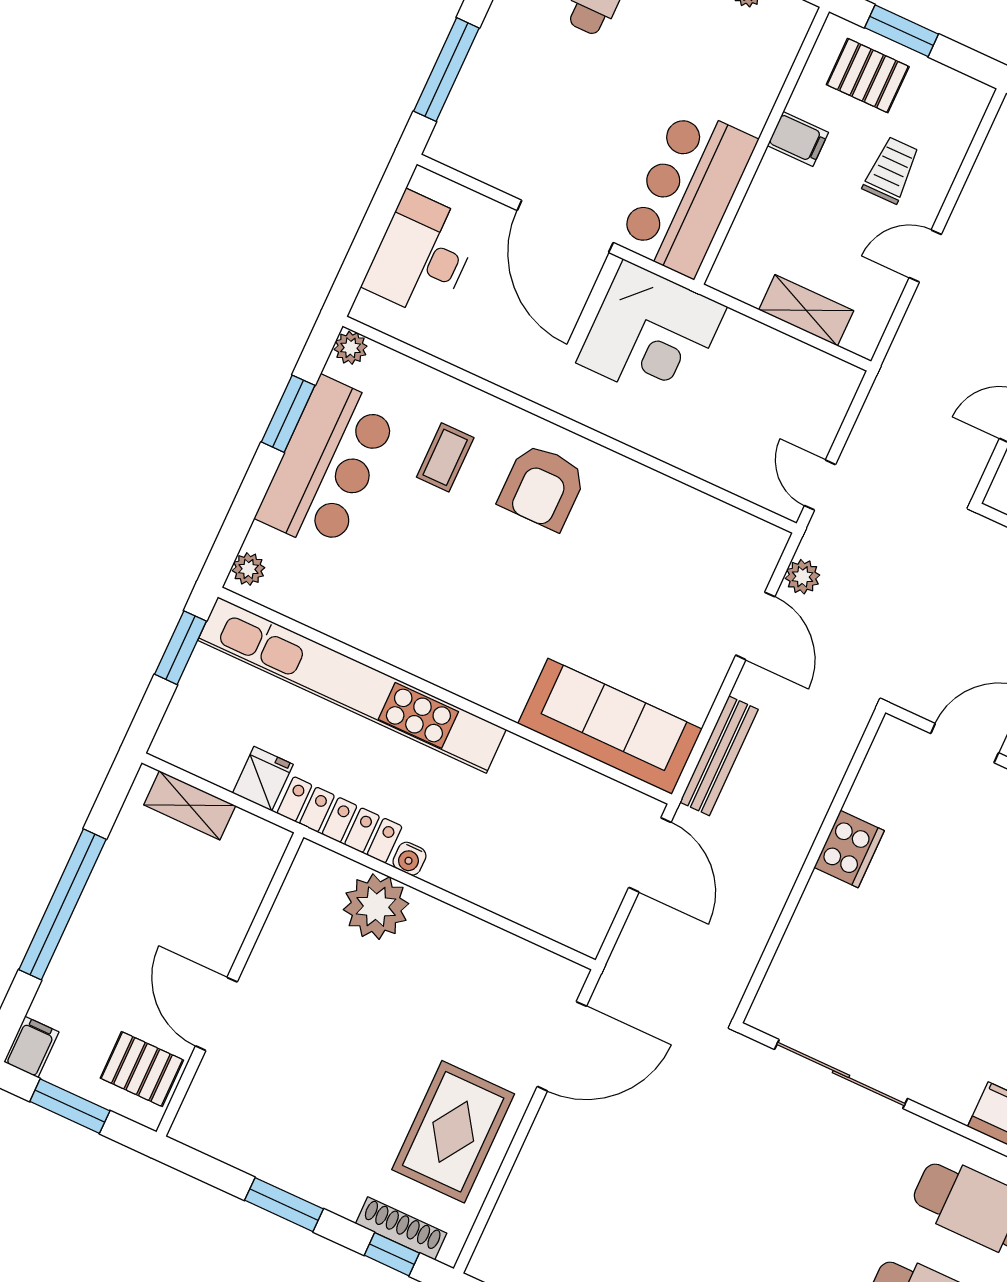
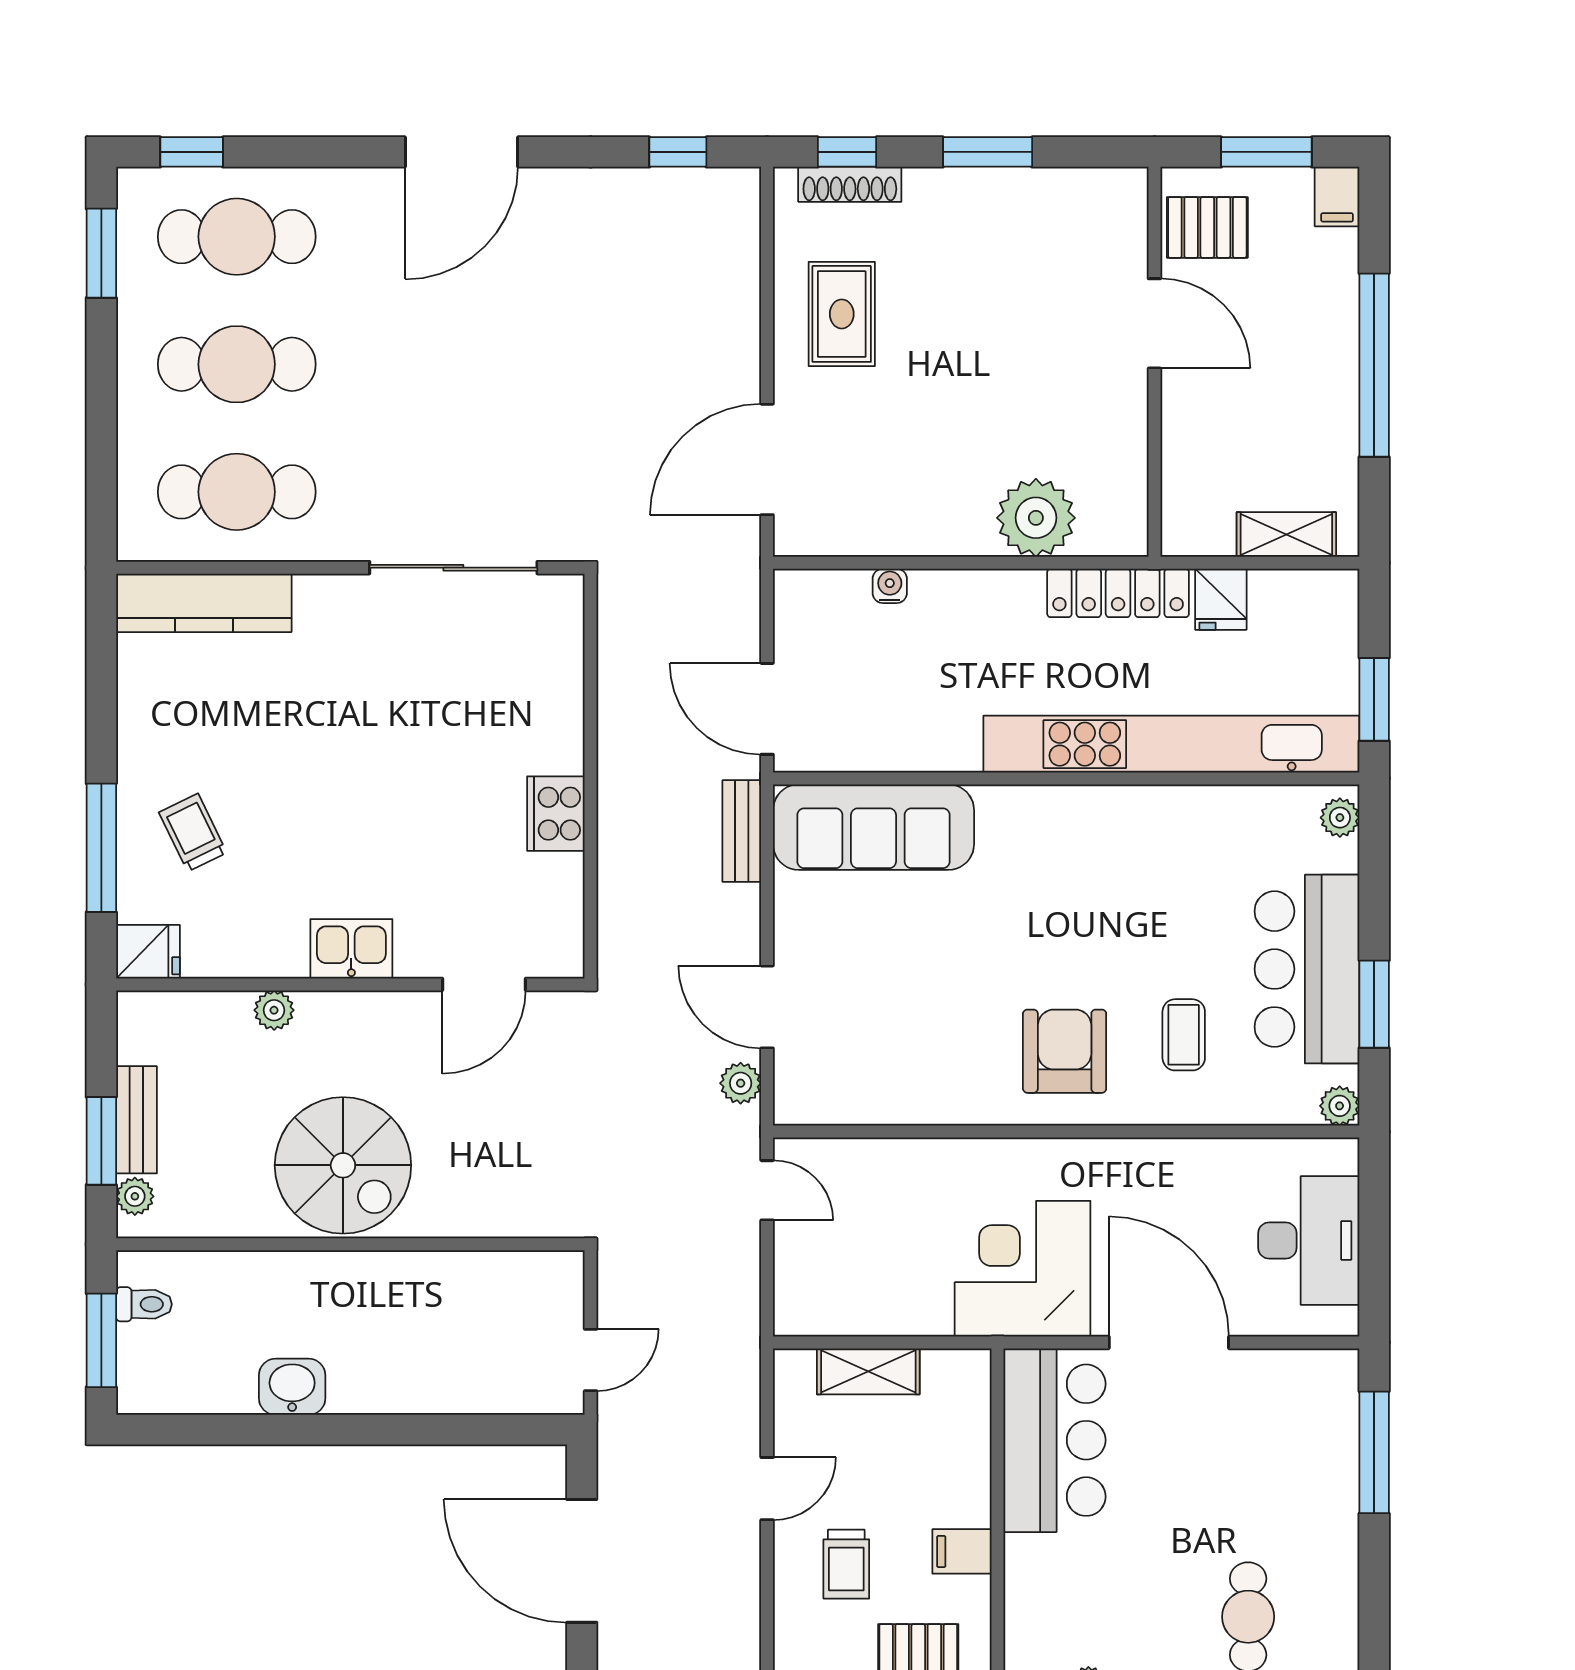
bench: (719, 756) -> (742, 831), width x0.73
water cooler: (409, 859) -> (890, 586), moved
rug: (453, 1132) -> (842, 314), width x0.73, depth x0.70

